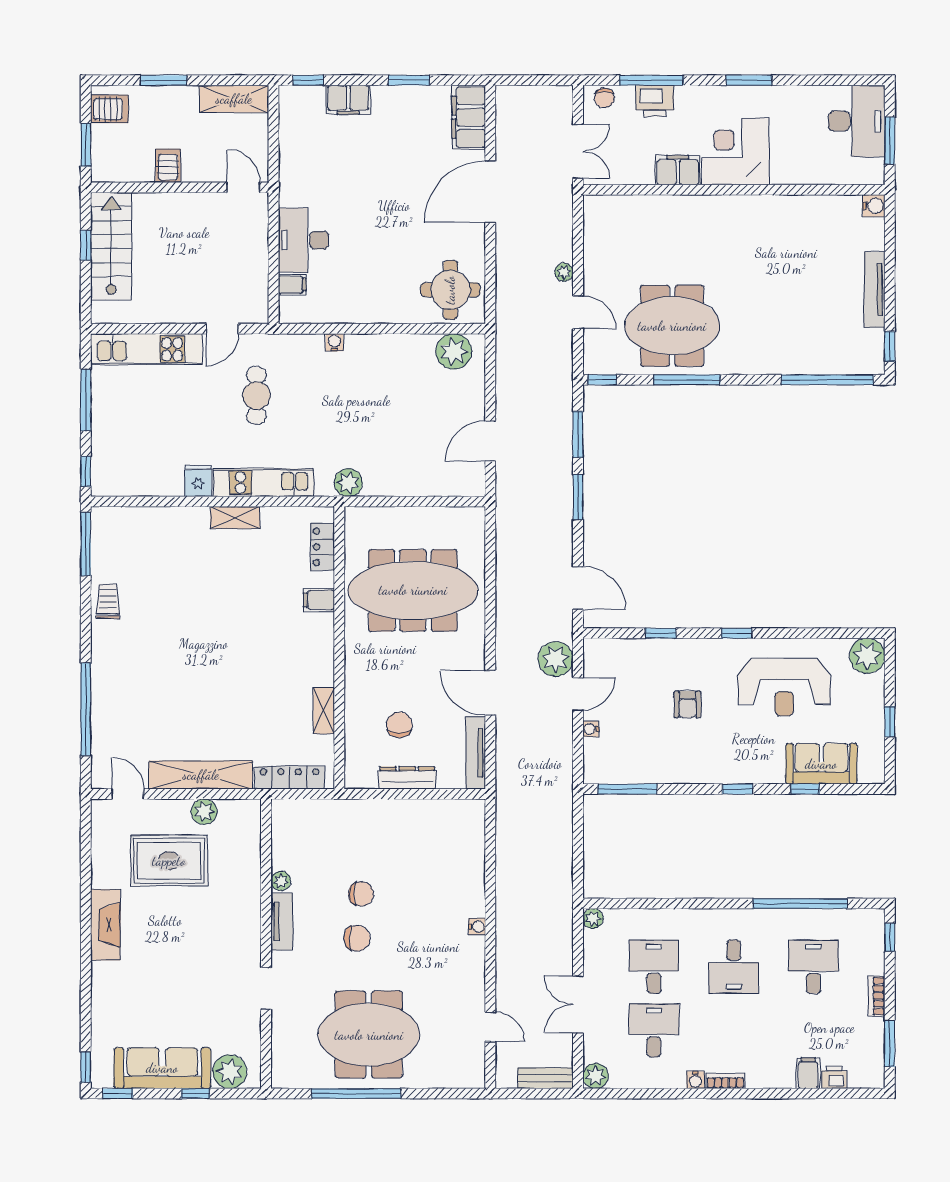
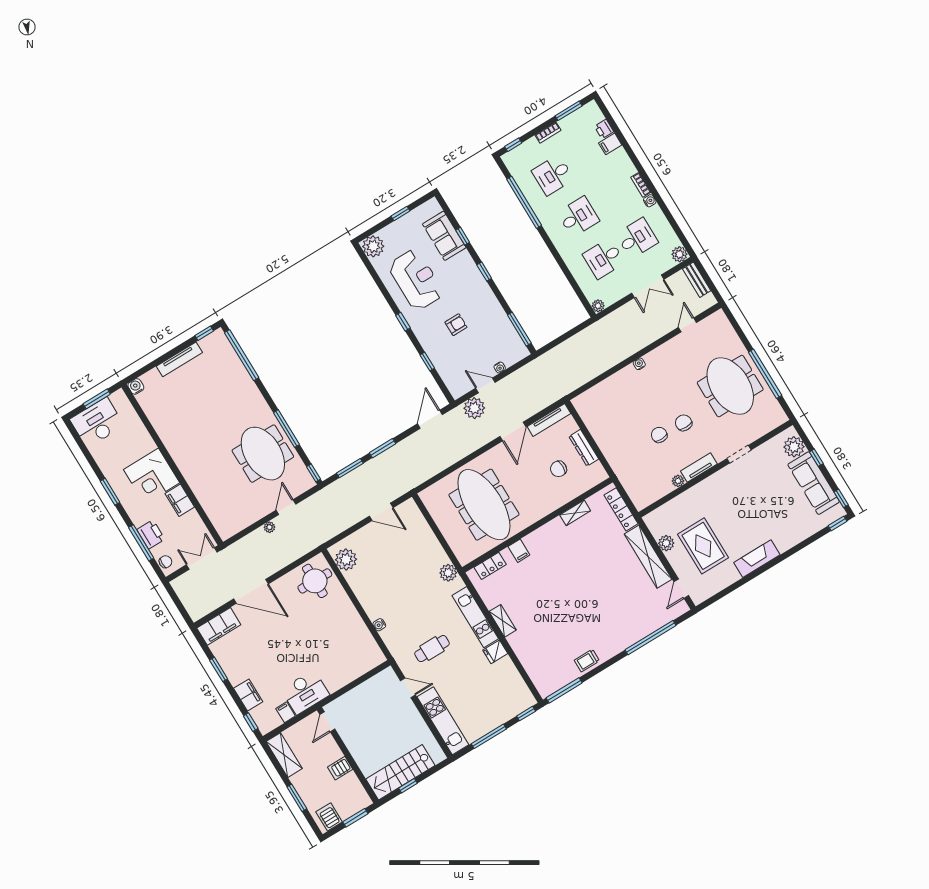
desk: (303, 240) -> (305, 692), moved
filing cabinet: (292, 285) -> (286, 712), moved
desk: (654, 1030) -> (637, 238), turned 180

